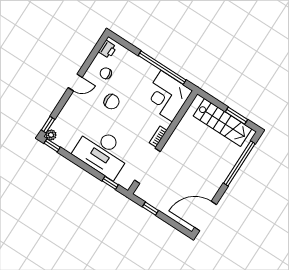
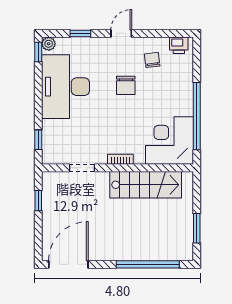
door: (75, 82) -> (121, 33), swing flipped
stairs: (223, 122) -> (146, 185), moved, turned -90
window: (48, 125) -> (80, 33), moved
desk: (102, 152) -> (66, 87), moved
doorway: (147, 166) -> (82, 168), width x0.53
door: (205, 216) -> (68, 264), hinge flipped

